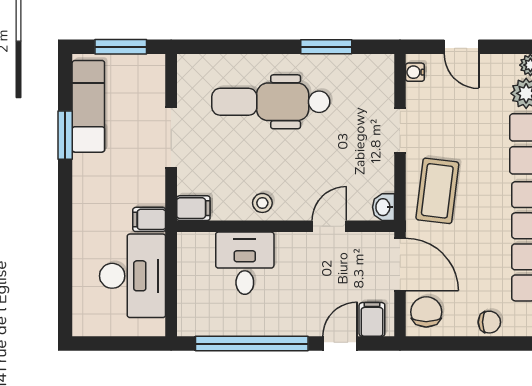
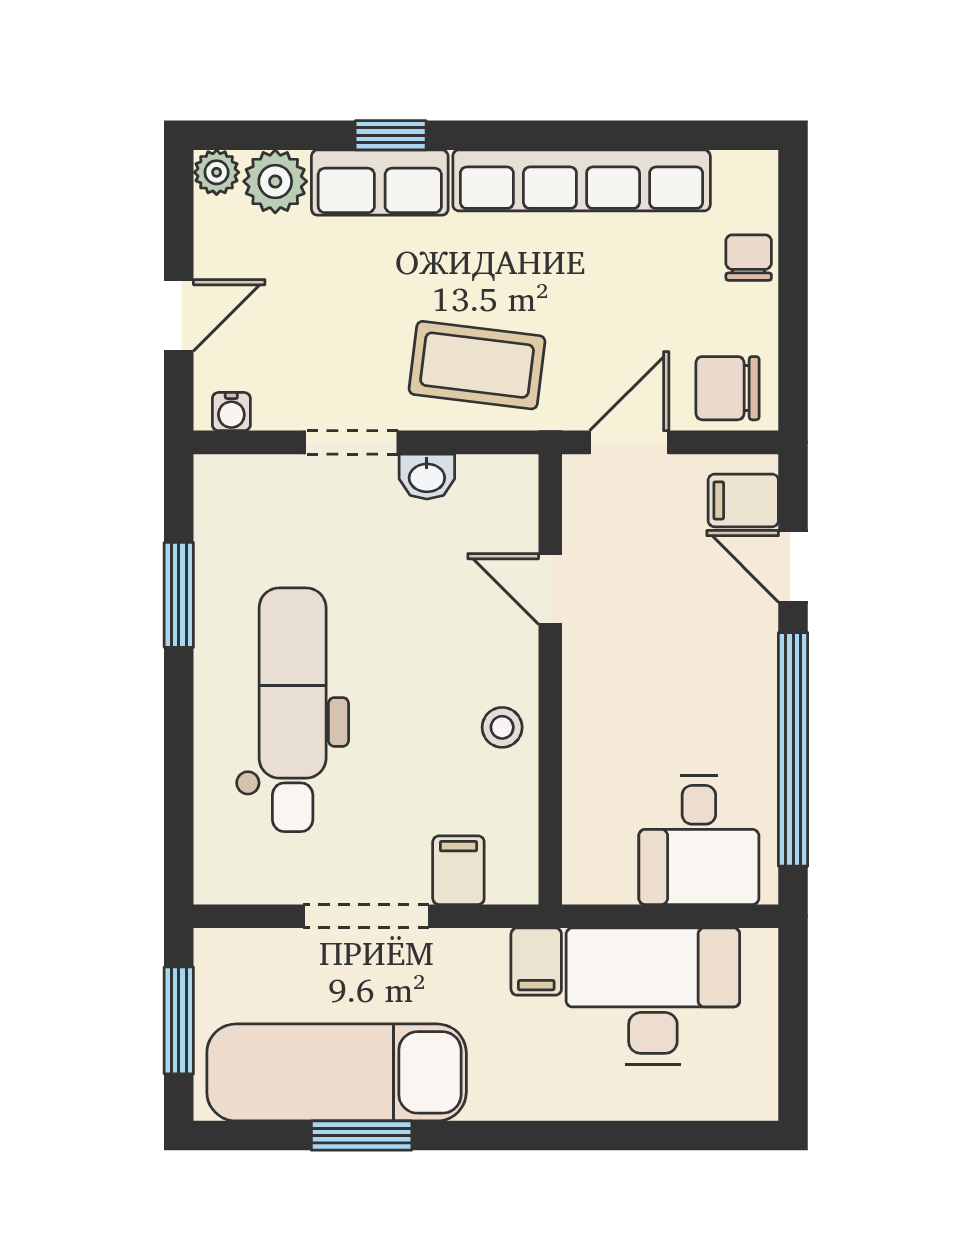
dental chair: (271, 102) -> (293, 710), turned 180
exam couch: (88, 106) -> (337, 1072), width x1.36, depth x1.45
washbasin: (384, 207) -> (427, 477), moved
filing cabinet: (193, 208) -> (458, 870), moved
desk: (245, 263) -> (699, 840), moved, turned -90
door: (400, 264) -> (629, 442), width x0.73

